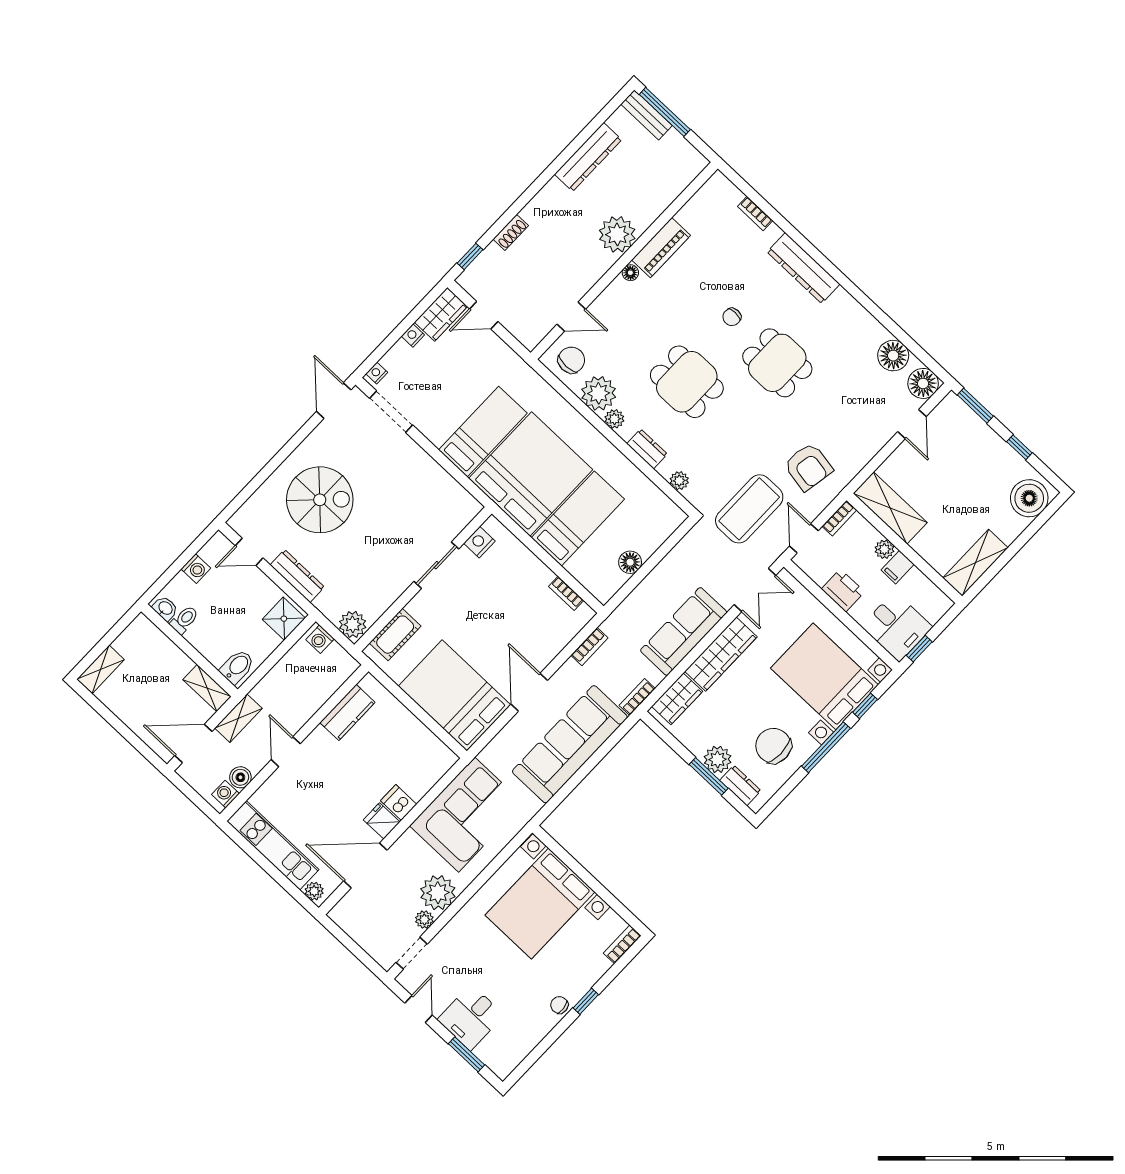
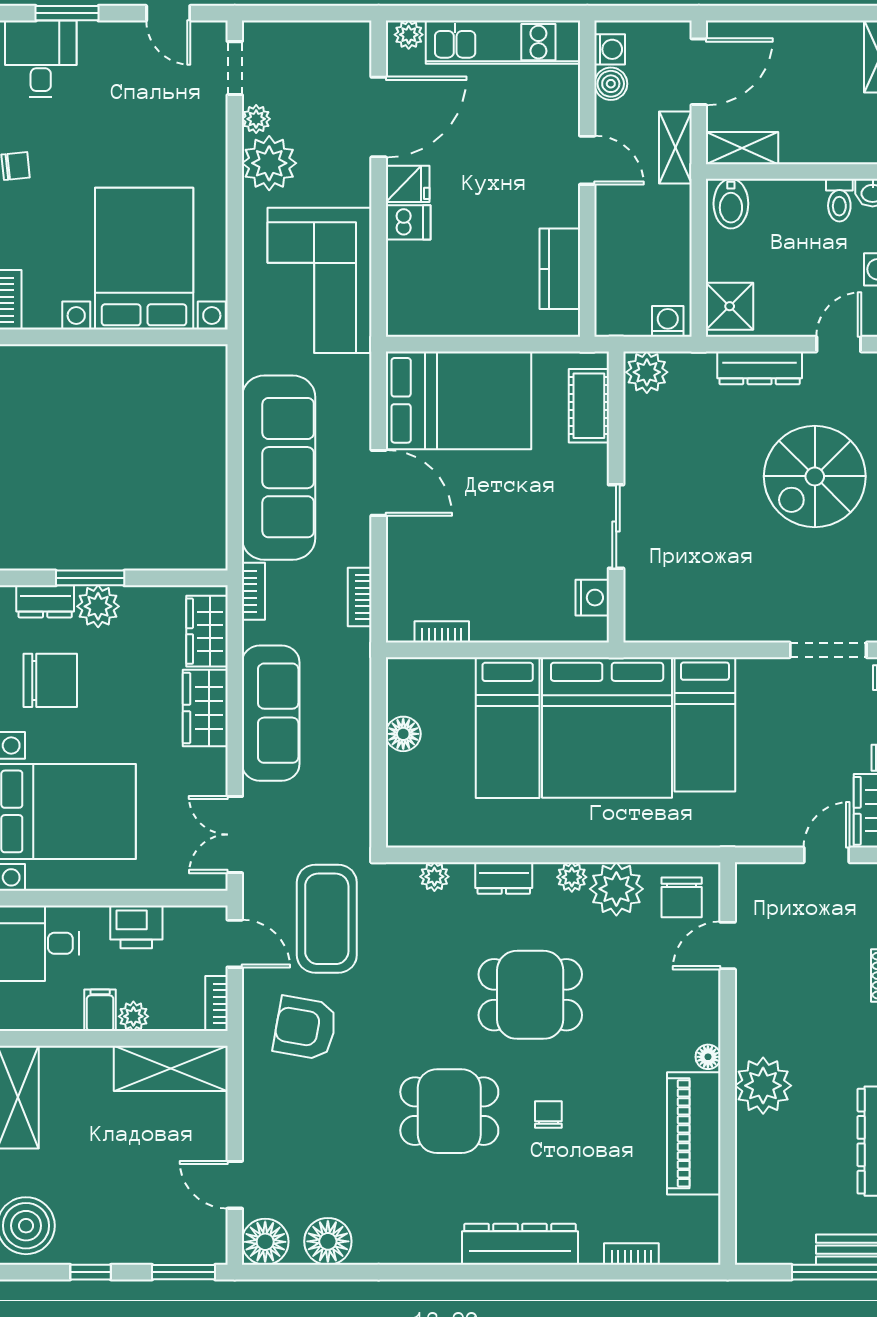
piano: (661, 248) -> (694, 1133), width x1.37, depth x1.33
wardrobe: (721, 654) -> (205, 708), width x0.67
desk: (471, 1017) -> (41, 59), moved

